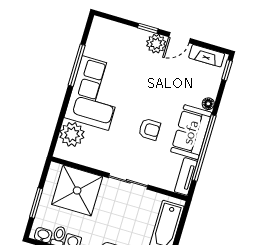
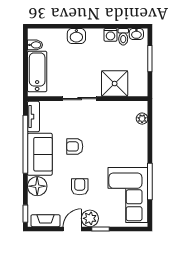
armchair: (157, 83) -> (80, 187), added
corner sofa: (95, 93) -> (128, 195), moved
floor lamp: (208, 104) -> (37, 186), width x1.89, depth x1.89
plant: (72, 134) -> (142, 119), width x0.53, depth x0.53
shower: (77, 190) -> (115, 84), width x0.73, depth x0.73

